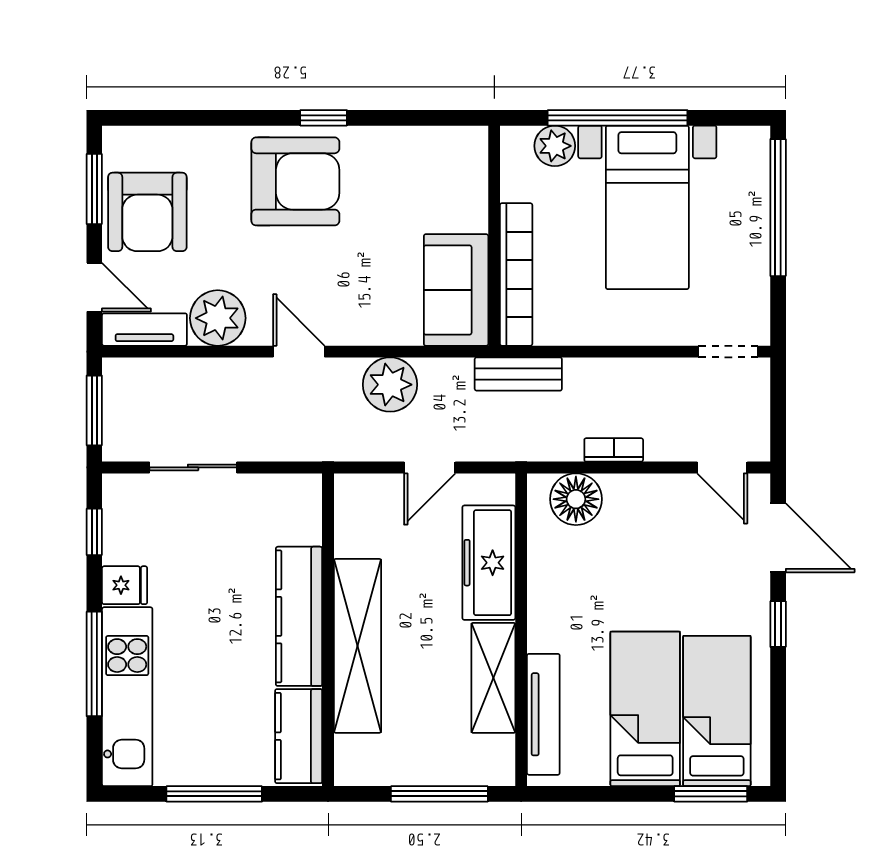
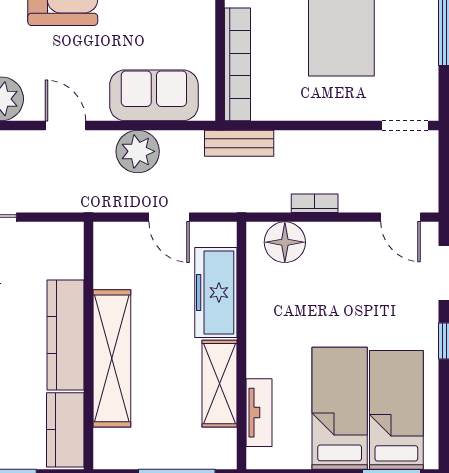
sofa: (456, 290) -> (154, 95), moved, turned 90
door: (430, 467) -> (169, 217), hinge flipped
tv unit: (543, 714) -> (259, 413), width x0.71

